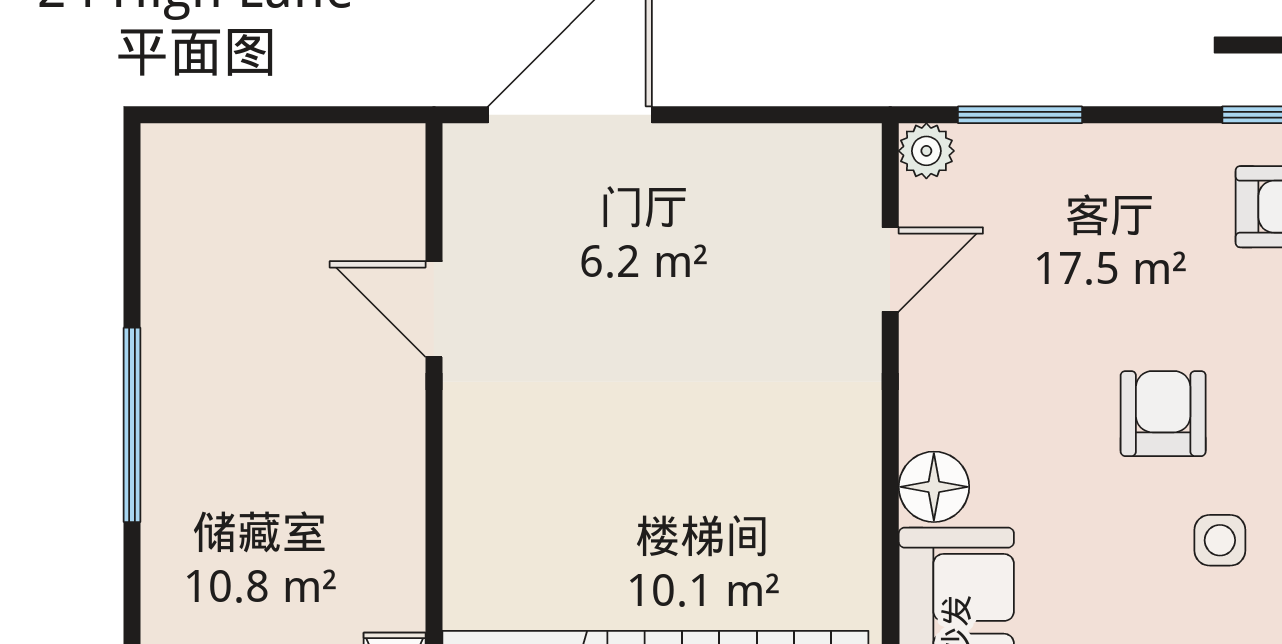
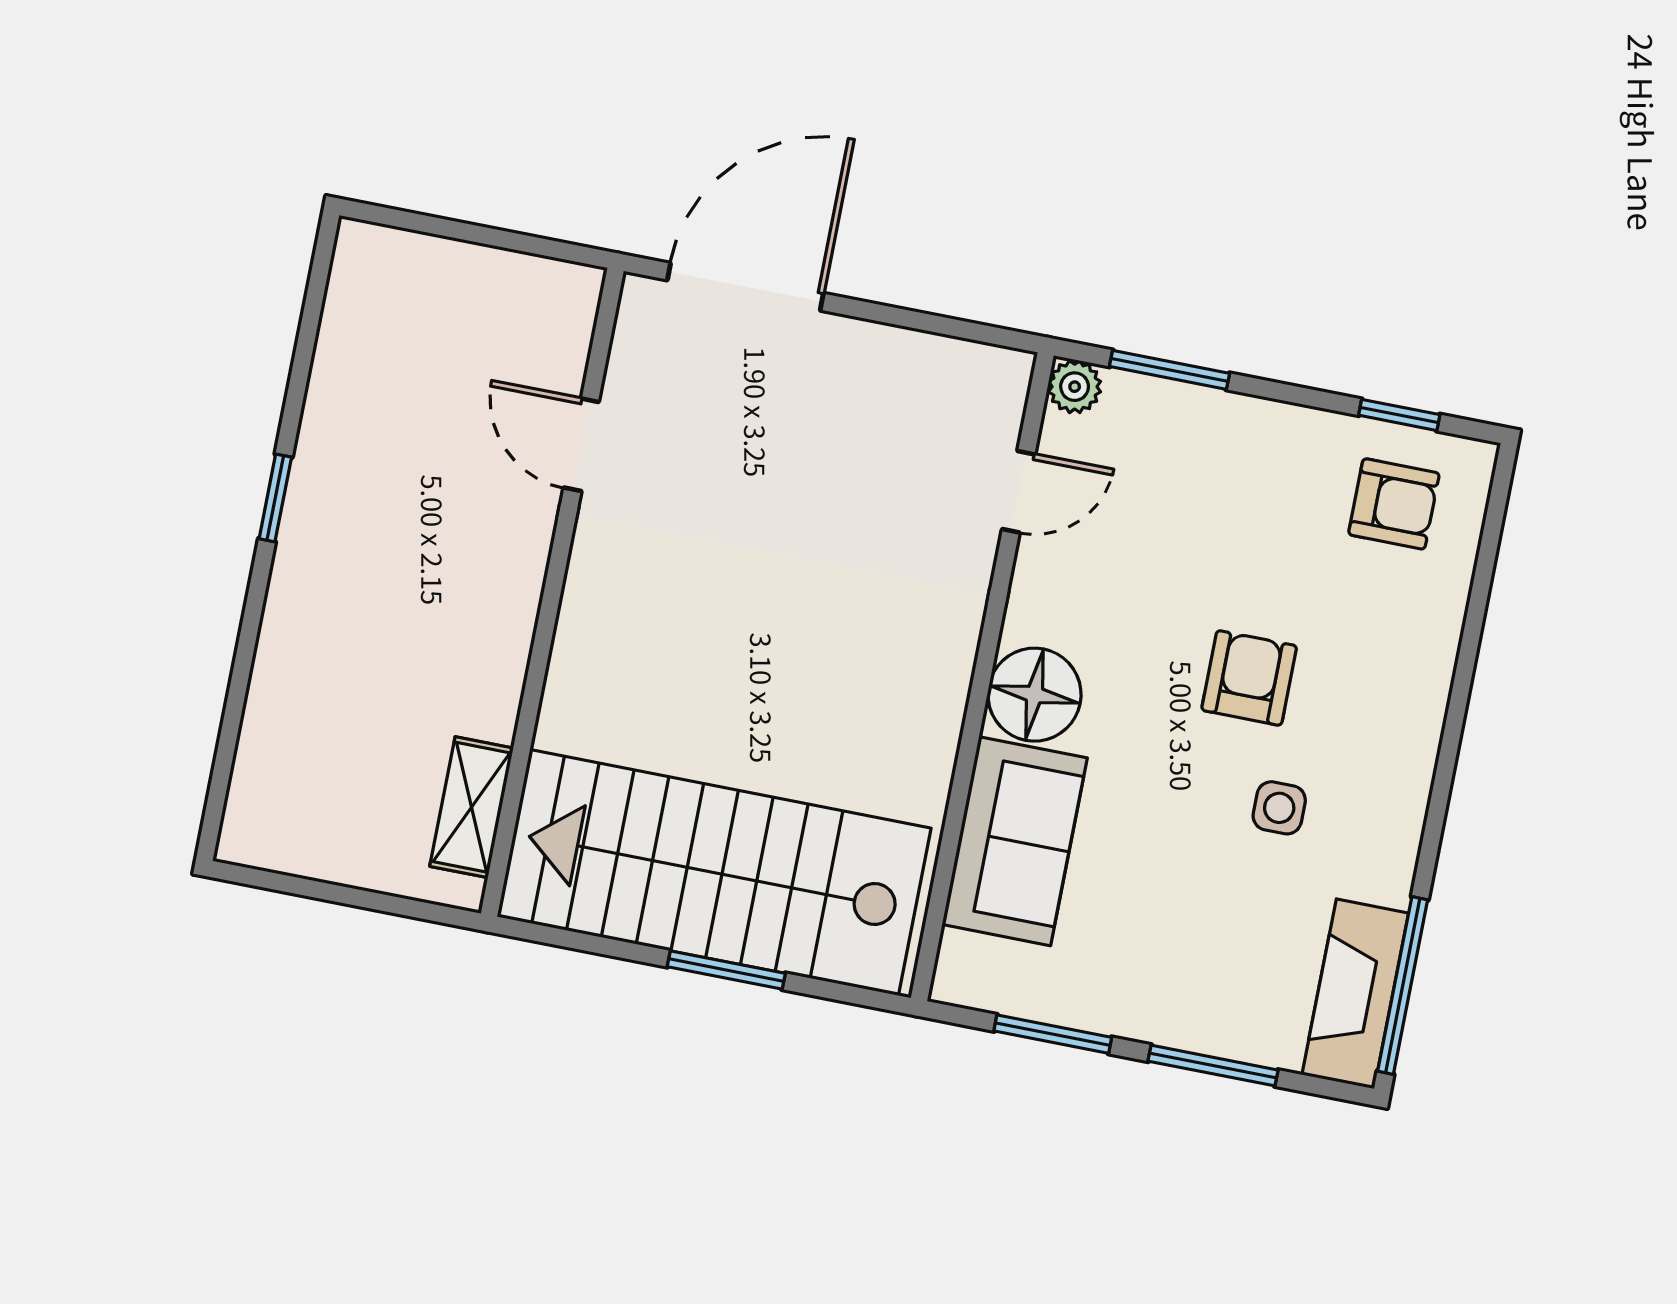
window: (132, 425) -> (275, 498), width x0.46
floor lamp: (934, 487) -> (1034, 695), width x1.38, depth x1.38

